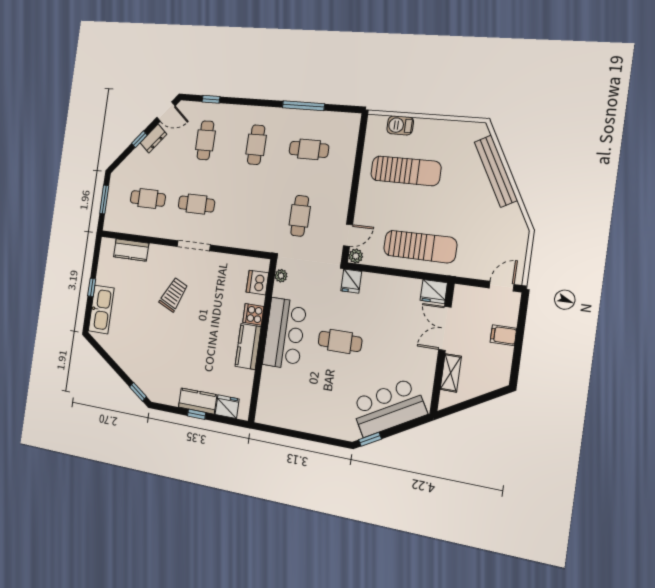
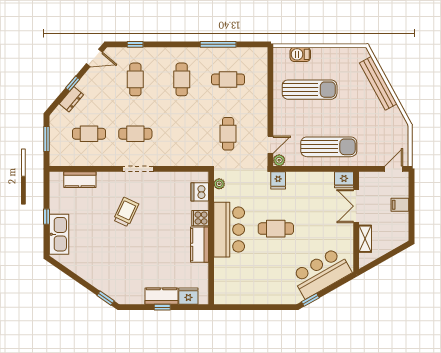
dresser: (153, 139) -> (71, 99), moved

